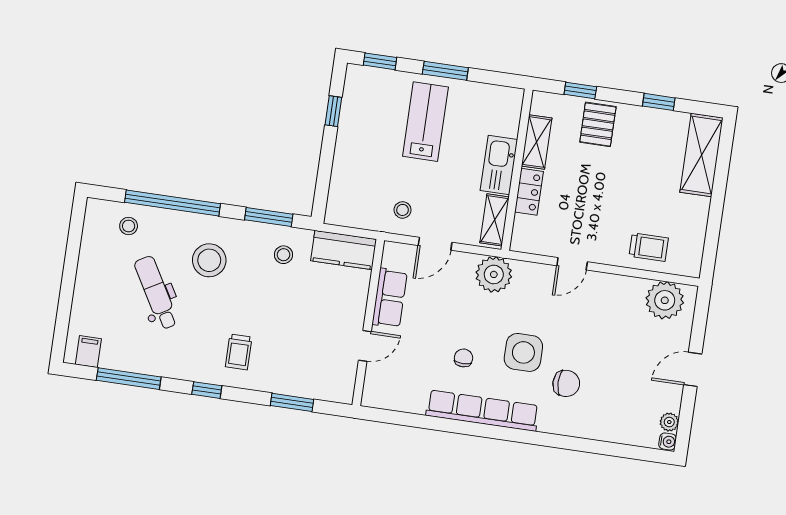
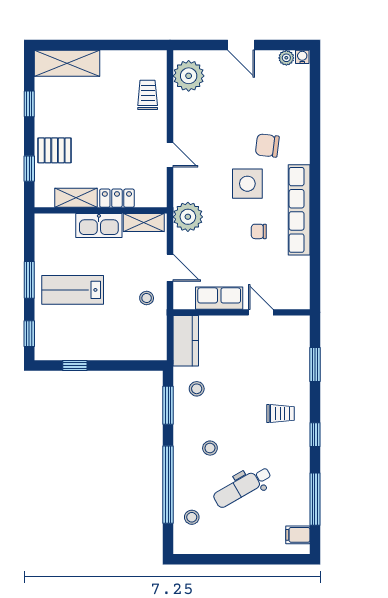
stool: (209, 260) -> (210, 448), width x0.53, depth x0.53
chair: (566, 383) -> (267, 145), turned -83

